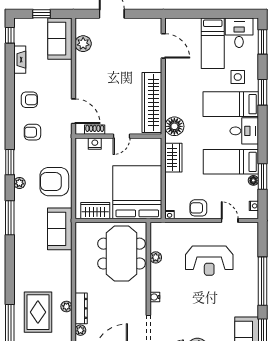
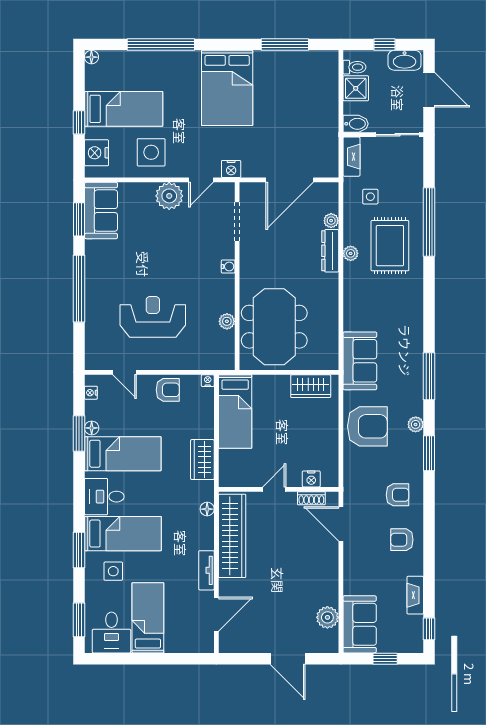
door: (163, 46) -> (216, 614), swing flipped
tv unit: (170, 78) -> (206, 570), added
floor lamp: (174, 126) -> (207, 509), width x0.53, depth x0.53
bed: (137, 192) -> (235, 411), width x0.49

